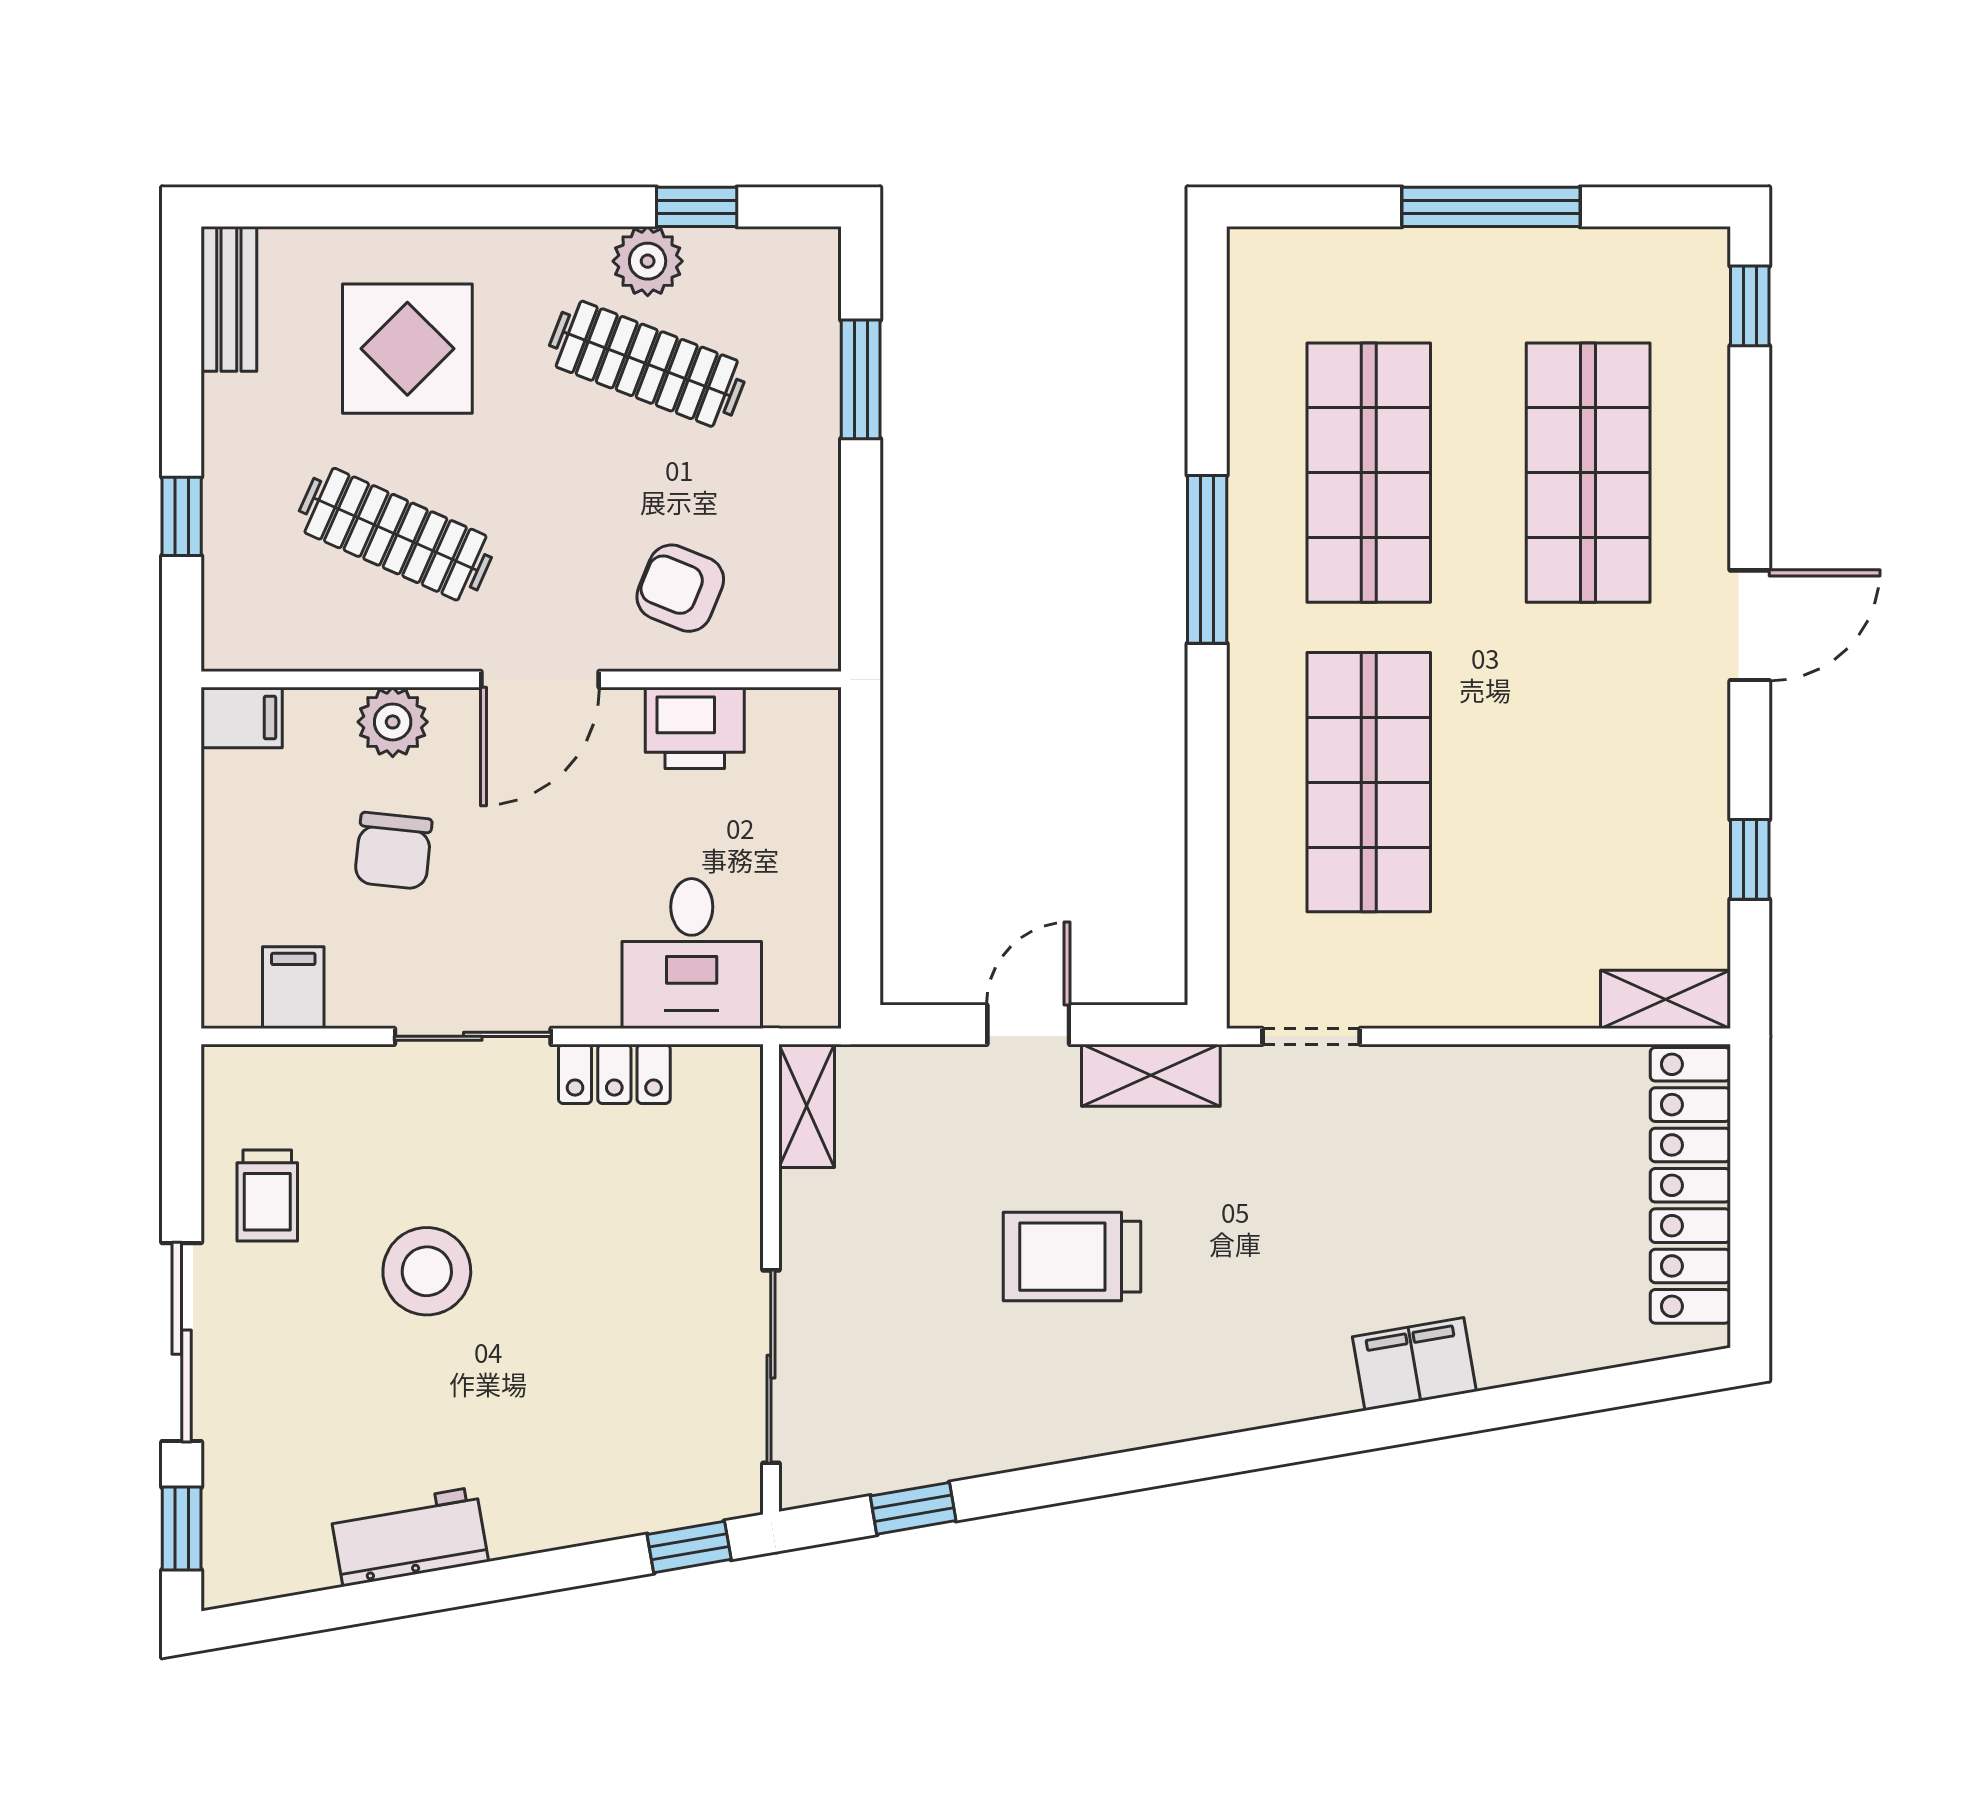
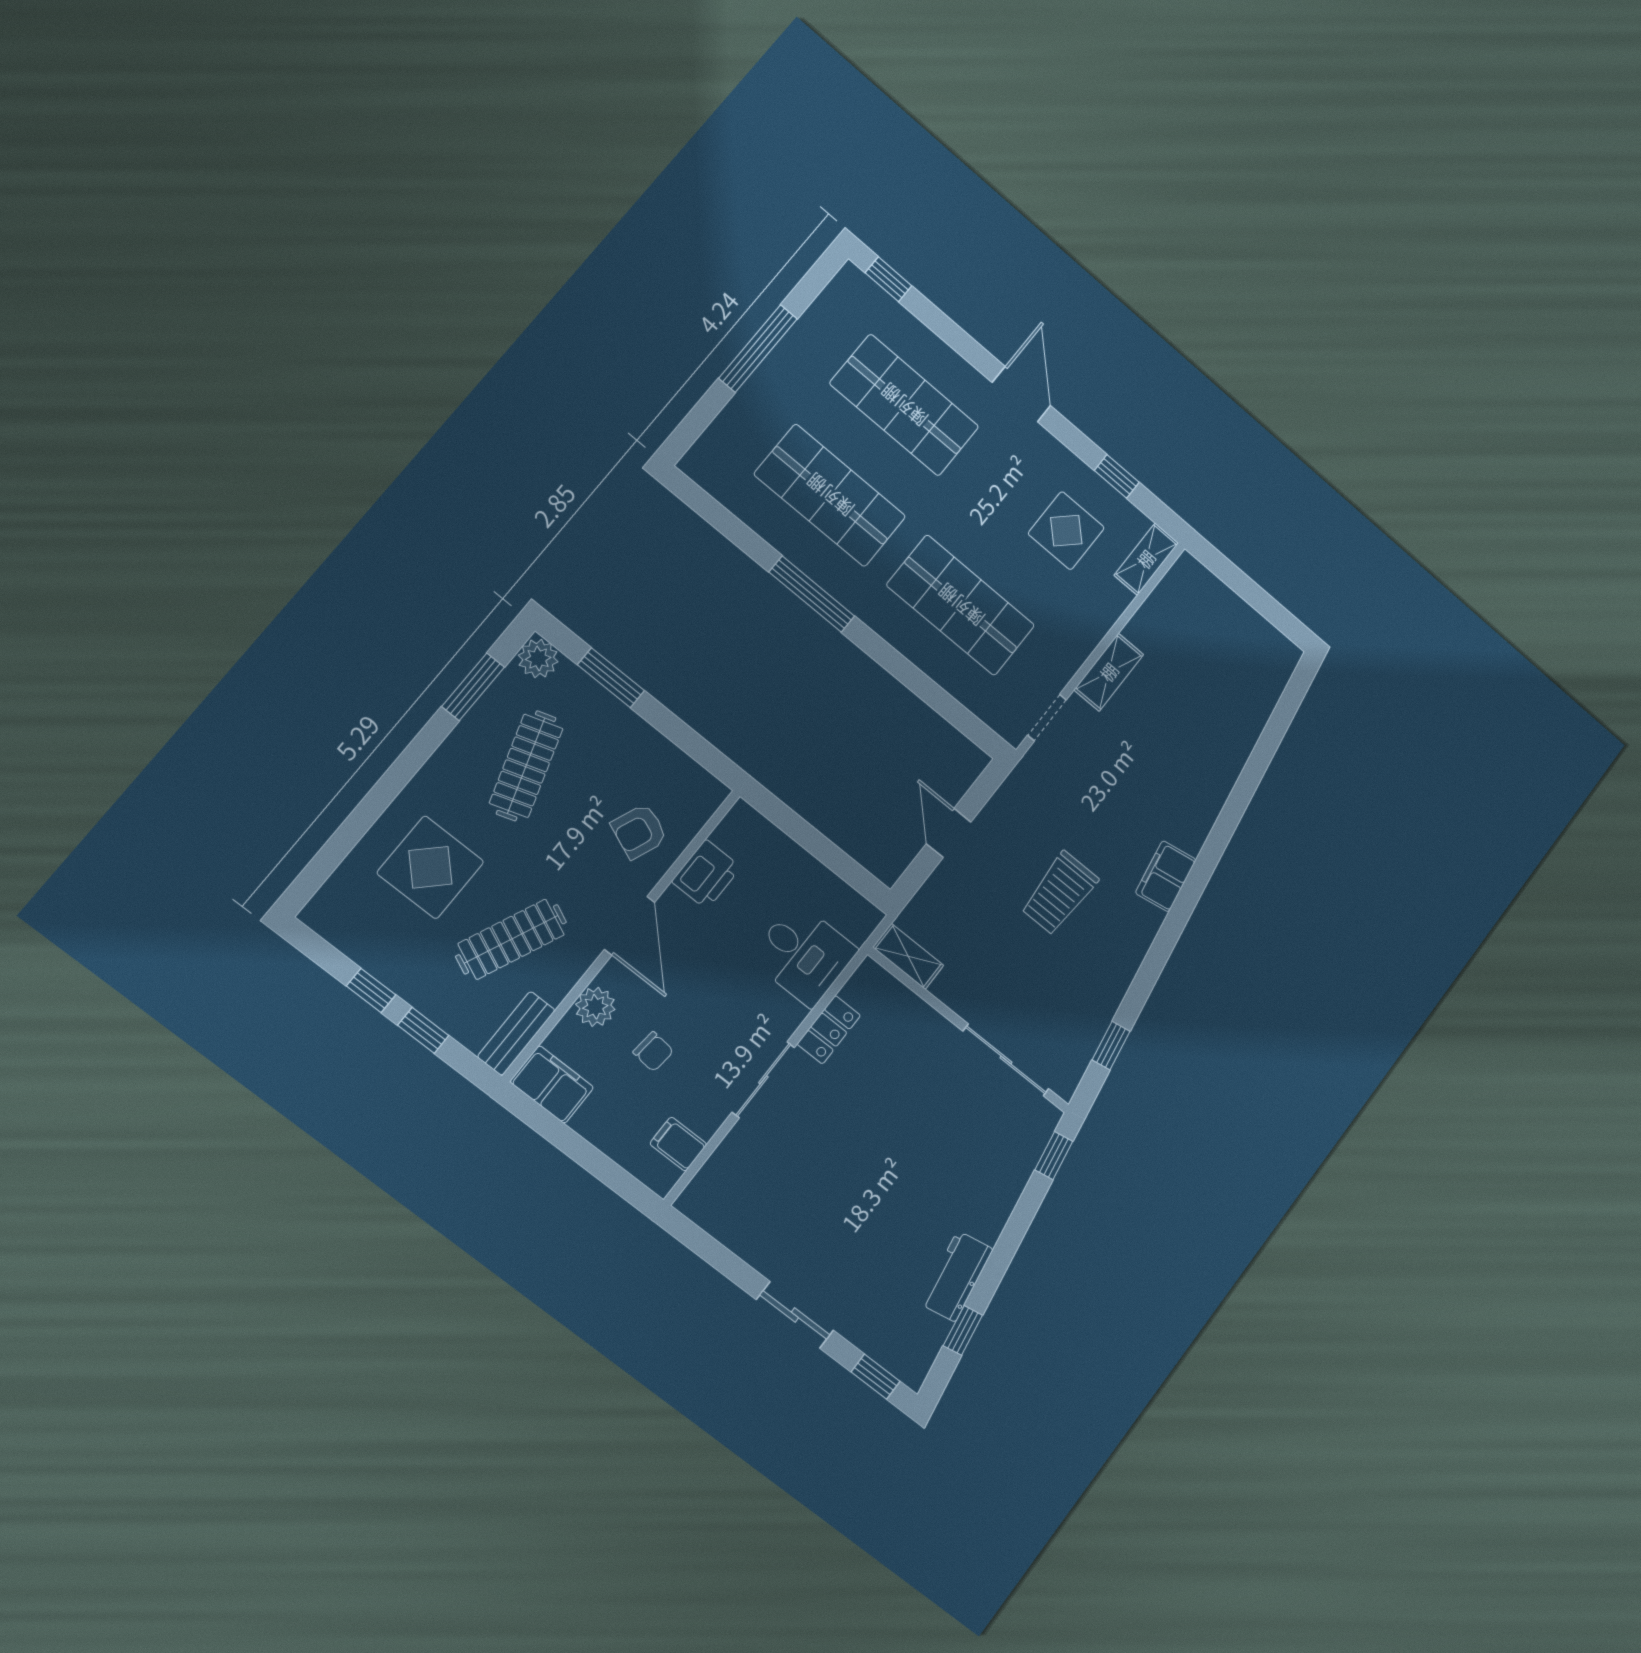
window: (697, 207) -> (473, 687), width x1.50
plant: (648, 261) -> (538, 658), moved
bench: (229, 299) -> (516, 1033), moved, turned 90
clothes rail: (647, 364) -> (526, 766), turned -39
window: (182, 405) -> (371, 990), added
filing cabinet: (242, 717) -> (552, 1085), width x2.00
display table: (1607, 849) -> (1066, 531), added
chair: (393, 851) -> (653, 1052), width x0.73, depth x0.73
shelving: (1151, 1075) -> (1109, 672), moved
locker: (1690, 1185) -> (1228, 613), removed
trolley: (267, 1195) -> (761, 1227), removed
stool: (427, 1271) -> (849, 1180), removed
sliding door: (182, 1342) -> (795, 1315), width x0.73
filing cabinet: (1414, 1364) -> (1166, 876), moved
window: (340, 1607) -> (963, 1330), added

